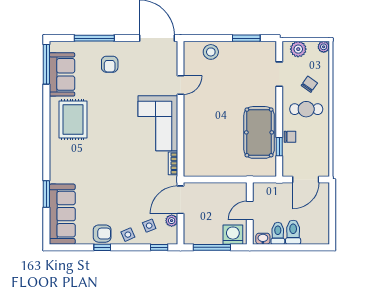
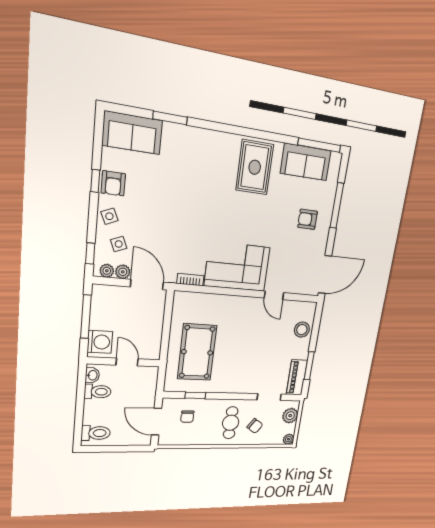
piano: (258, 49) -> (297, 377), added
rug: (73, 120) -> (255, 167), turned 90
pool table: (259, 132) -> (197, 352), moved, turned 90
chair: (290, 137) -> (187, 417), moved
sofa: (62, 214) -> (132, 133), width x0.73
toilet: (293, 232) -> (96, 433), moved
plant: (172, 233) -> (107, 271), added

